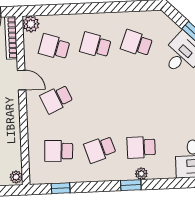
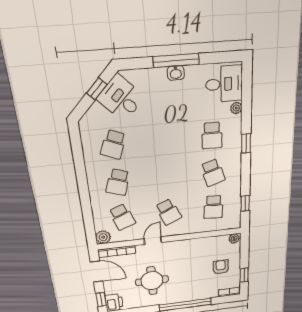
school desk: (54, 47) -> (122, 217), turned -39
plant: (141, 174) -> (236, 108), moved

